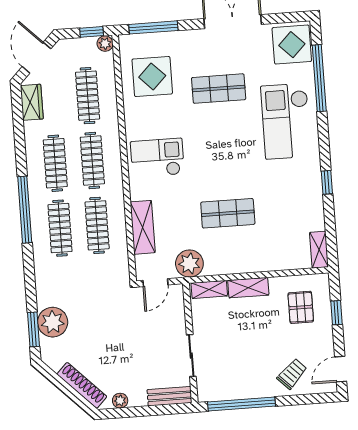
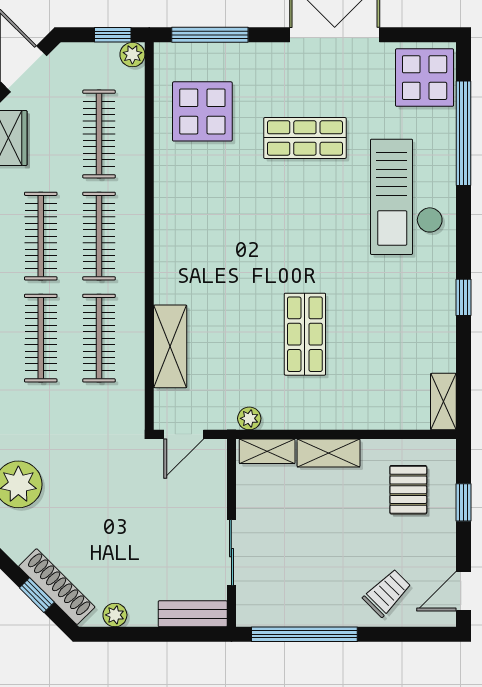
checkout: (157, 158) -> (201, 239), removed
shop shelf: (228, 213) -> (305, 334), turned 90
plant: (189, 264) -> (249, 418), width x0.53, depth x0.53
window: (69, 392) -> (37, 595), added

